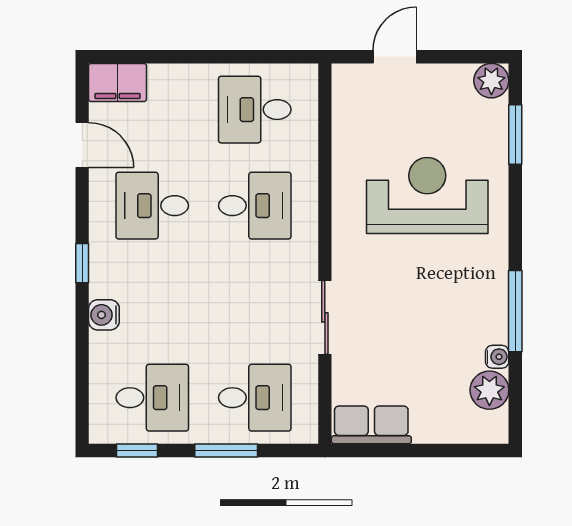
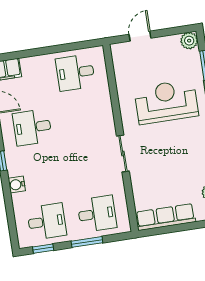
desk: (255, 206) -> (83, 120), removed
sliding door: (325, 317) -> (123, 154), moved
row of seats: (371, 425) -> (166, 217), width x1.48

